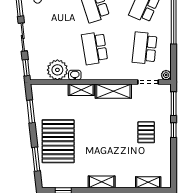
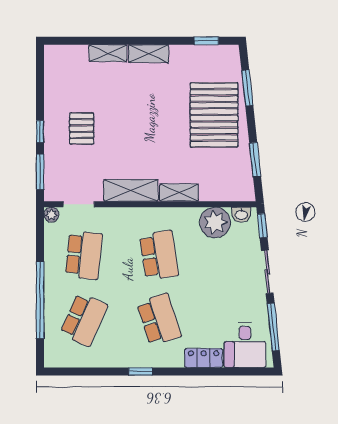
washbasin: (75, 75) -> (241, 215), moved
shelving: (148, 182) -> (108, 53), moved

